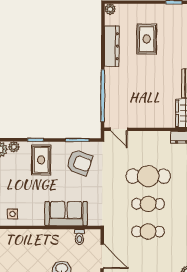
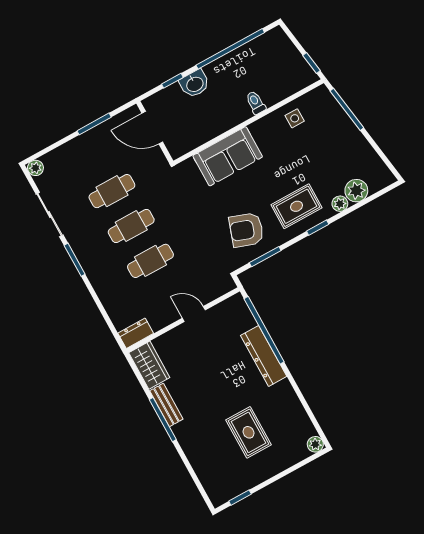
dresser: (112, 46) -> (264, 356), moved
door: (119, 129) -> (194, 314), moved
rug: (41, 160) -> (296, 206), turned 90
cafe table: (148, 176) -> (150, 261), width x0.73, depth x0.74
toilet: (79, 237) -> (256, 103), moved

